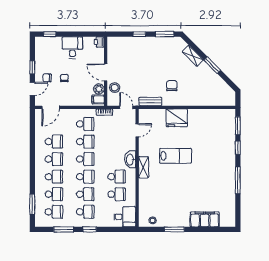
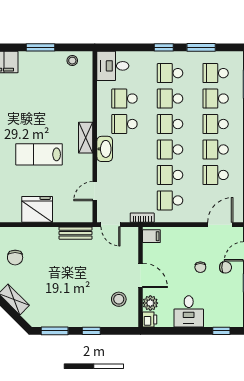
chair: (172, 86) -> (15, 258), moved
stool: (115, 88) -> (119, 299), moved
plant: (99, 89) -> (150, 303), moved

